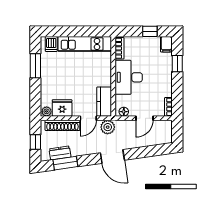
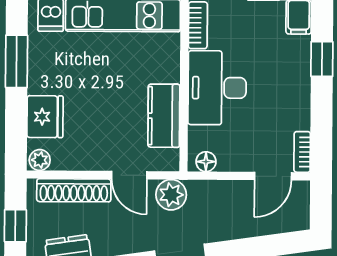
kitchen counter: (104, 102) -> (164, 116), moved
fridge: (62, 108) -> (45, 117), moved, turned 90
door: (88, 118) -> (129, 175), hinge flipped
door: (145, 118) -> (273, 176), moved

